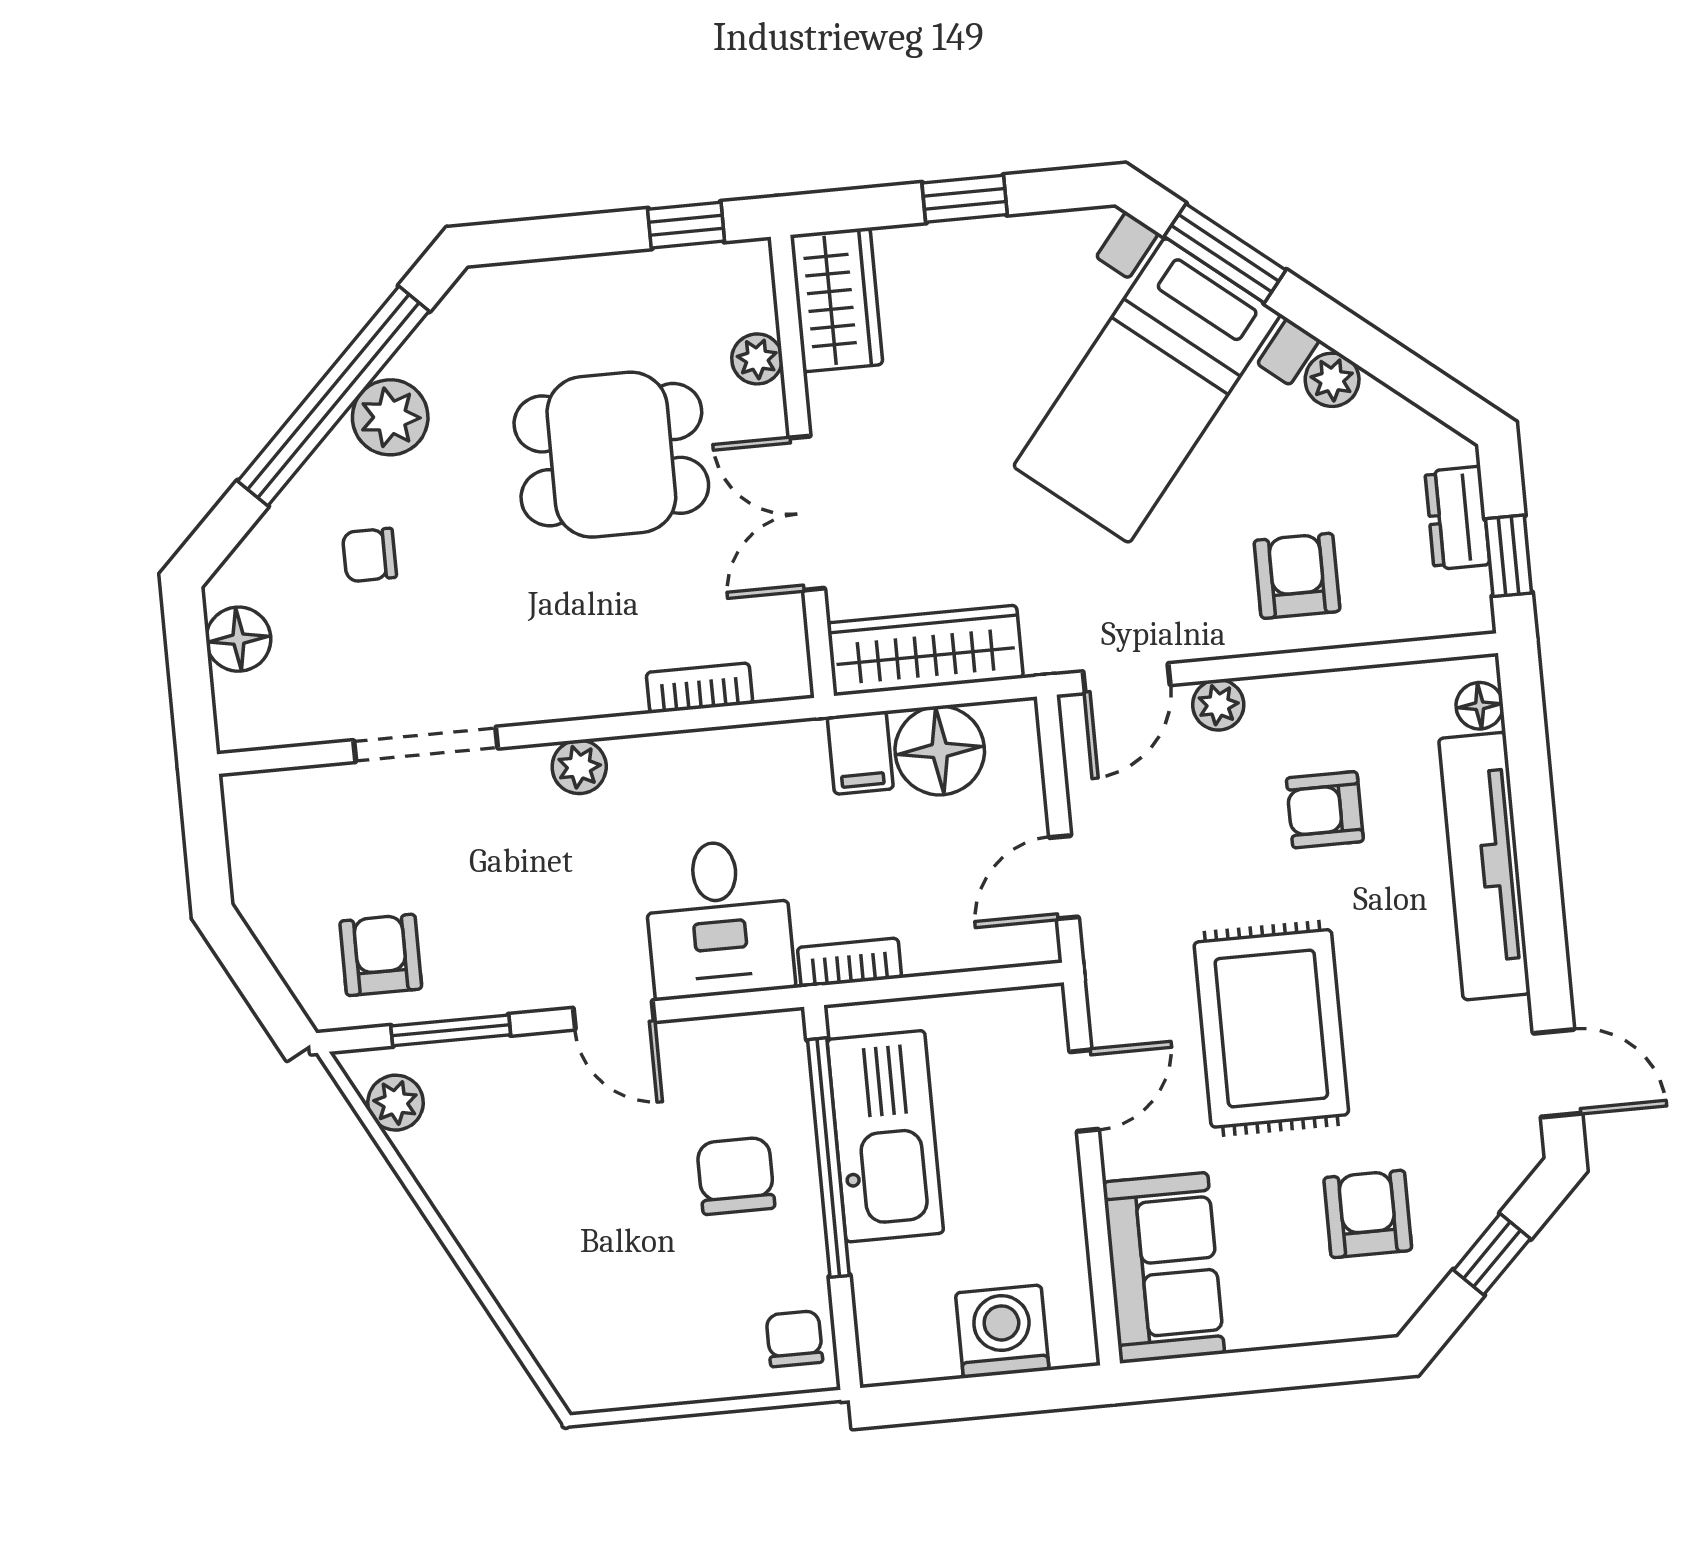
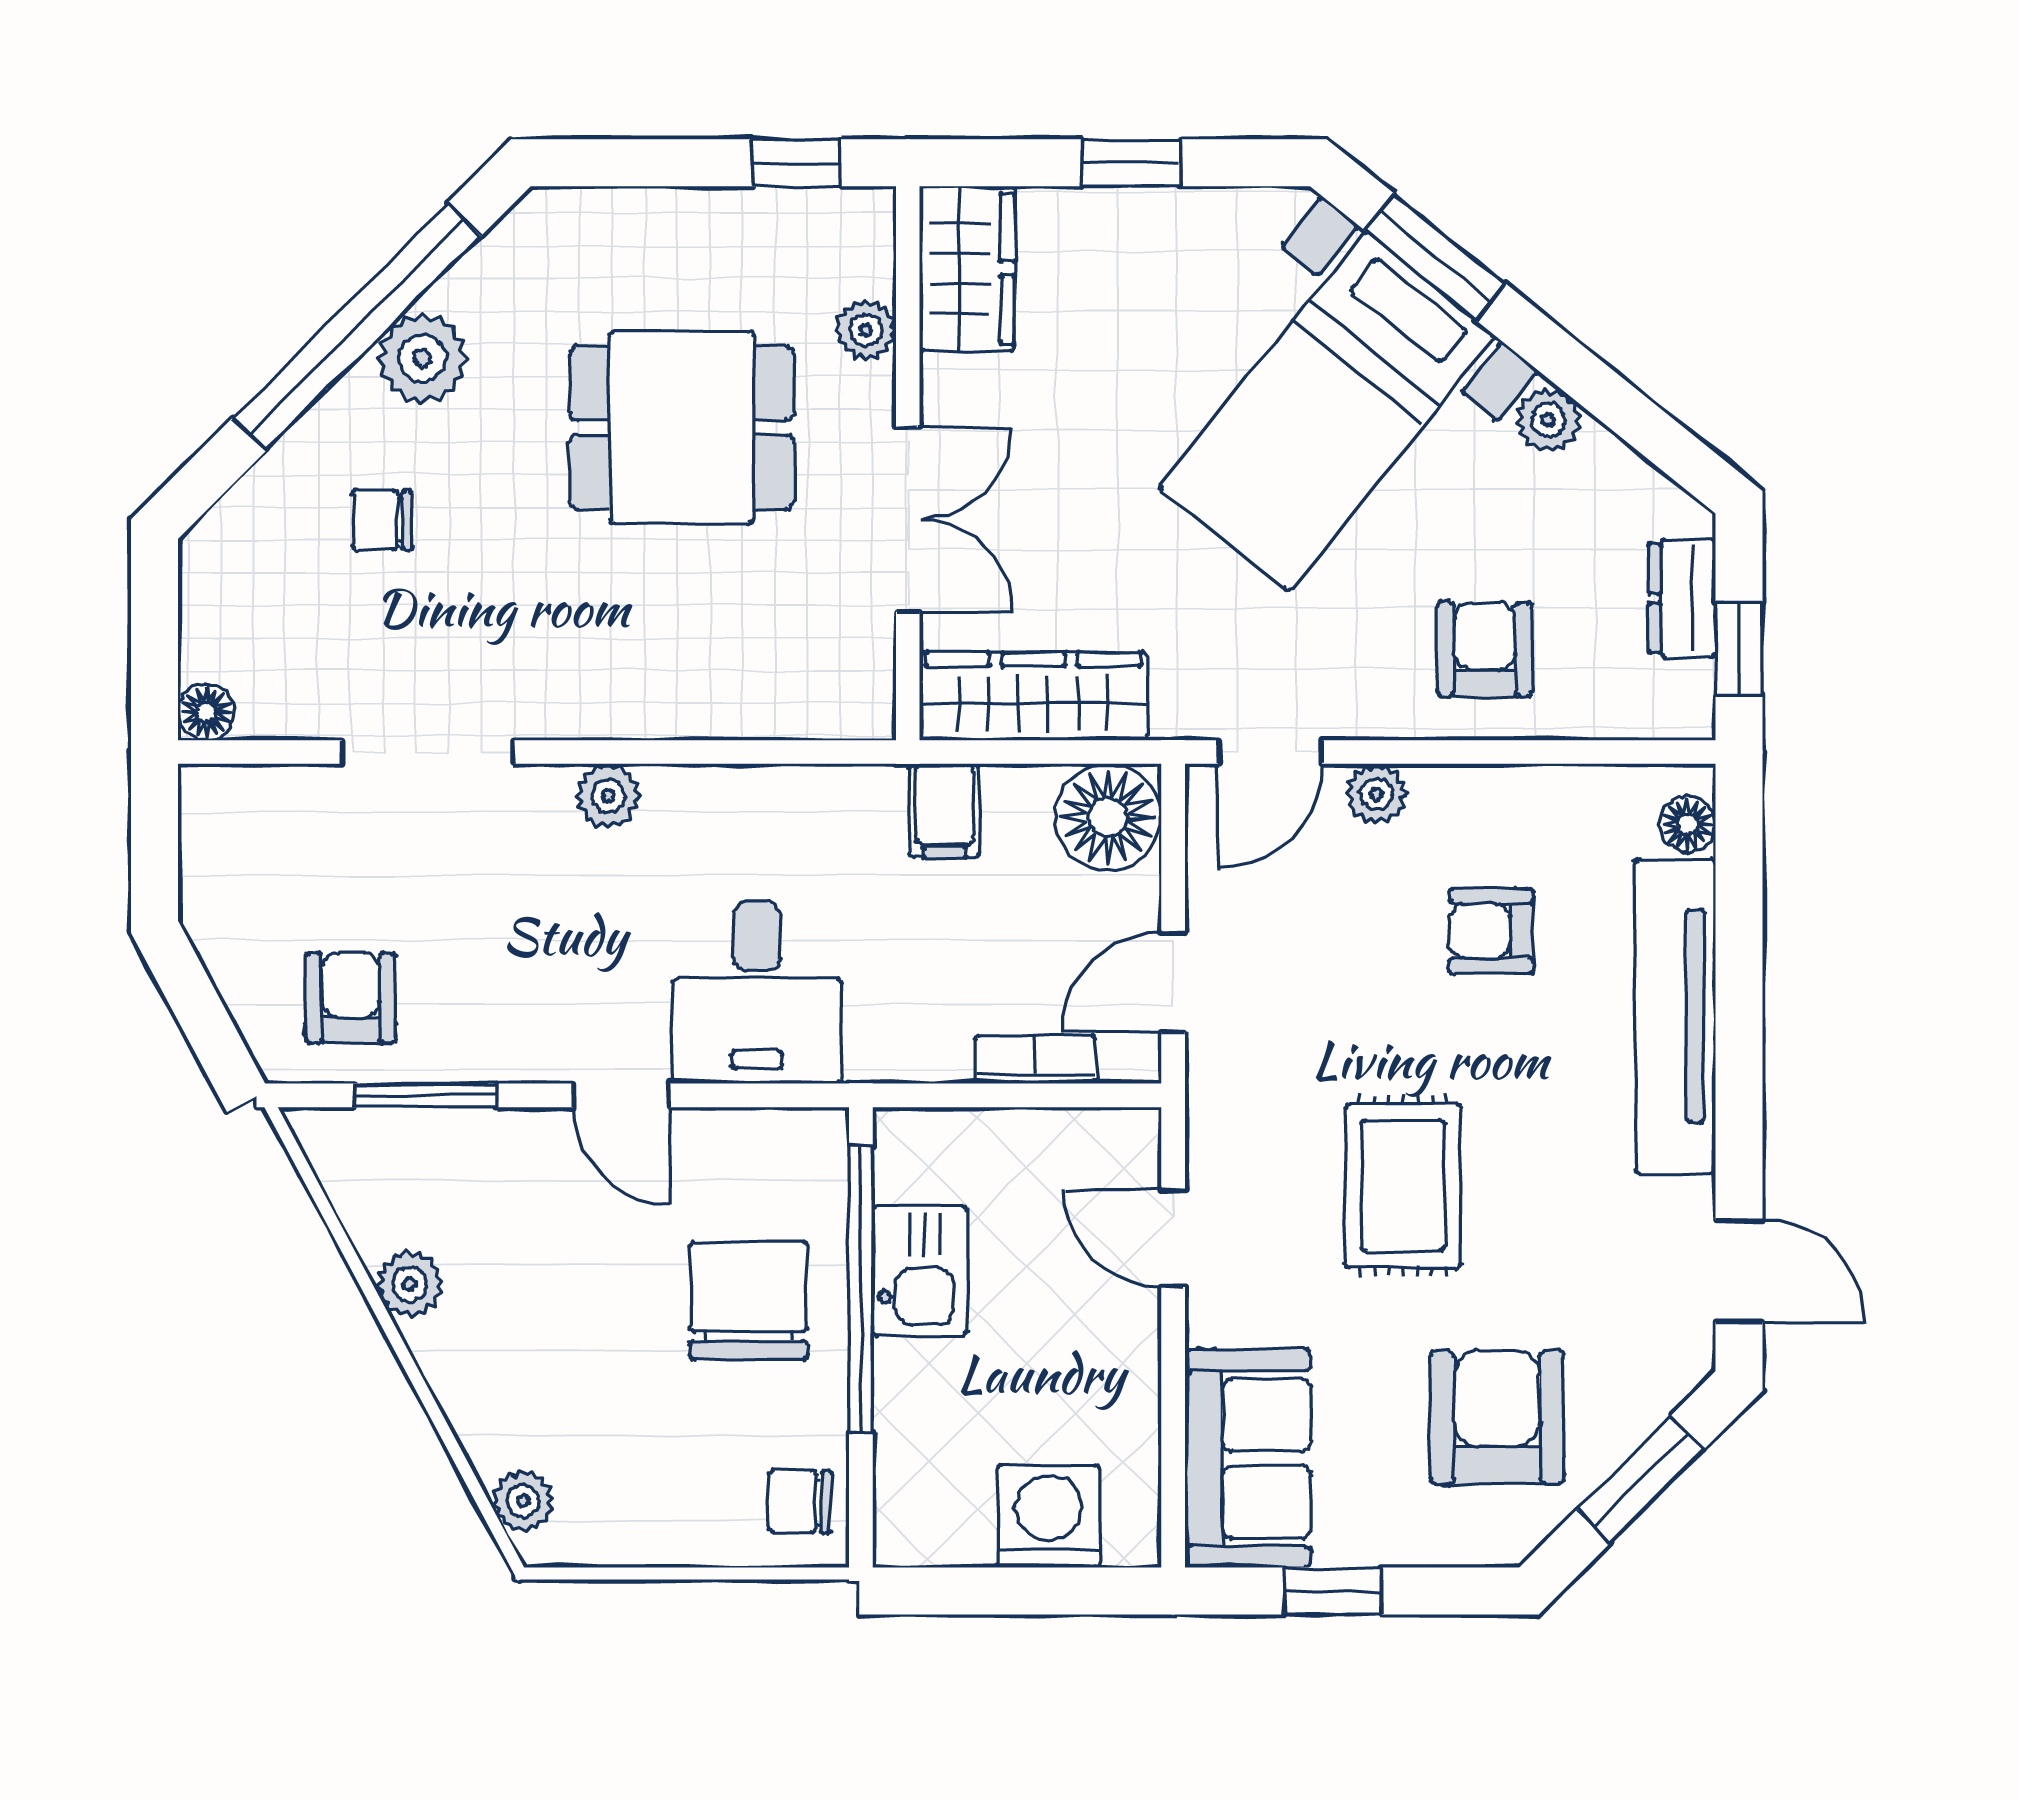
double door: (807, 513) -> (908, 519), swing flipped
floor lamp: (238, 639) -> (206, 712), moved, width x0.73, depth x0.73
bookcase: (700, 688) -> (760, 716), removed
floor lamp: (940, 750) -> (1108, 817), moved
bookcase: (850, 963) -> (1035, 1060), moved
rug: (1271, 1028) -> (1403, 1186), width x0.73, depth x0.70
door: (1084, 1090) -> (1173, 1238), swing flipped
plant: (396, 1103) -> (410, 1284), moved
kitchen sink: (885, 1136) -> (920, 1270), width x0.53, depth x0.81
chair: (736, 1176) -> (749, 1301), width x1.37, depth x1.37
armchair: (1368, 1214) -> (1497, 1417), width x1.38, depth x1.38
window: (1492, 1254) -> (1640, 1479), width x1.50
chair: (794, 1339) -> (800, 1501), turned -89
plant: (564, 1360) -> (523, 1501), added
window: (1245, 1371) -> (1333, 1591), added

